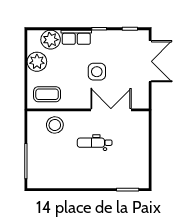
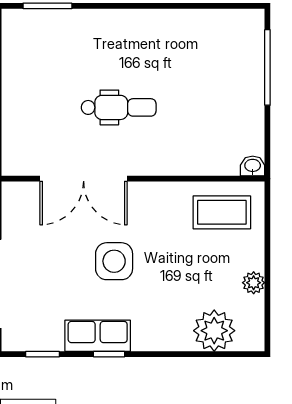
row of seats: (76, 37) -> (98, 336), moved
plant: (37, 62) -> (254, 283), width x0.53, depth x0.53
washbasin: (33, 116) -> (253, 166), added
stool: (55, 125) -> (205, 146), removed

